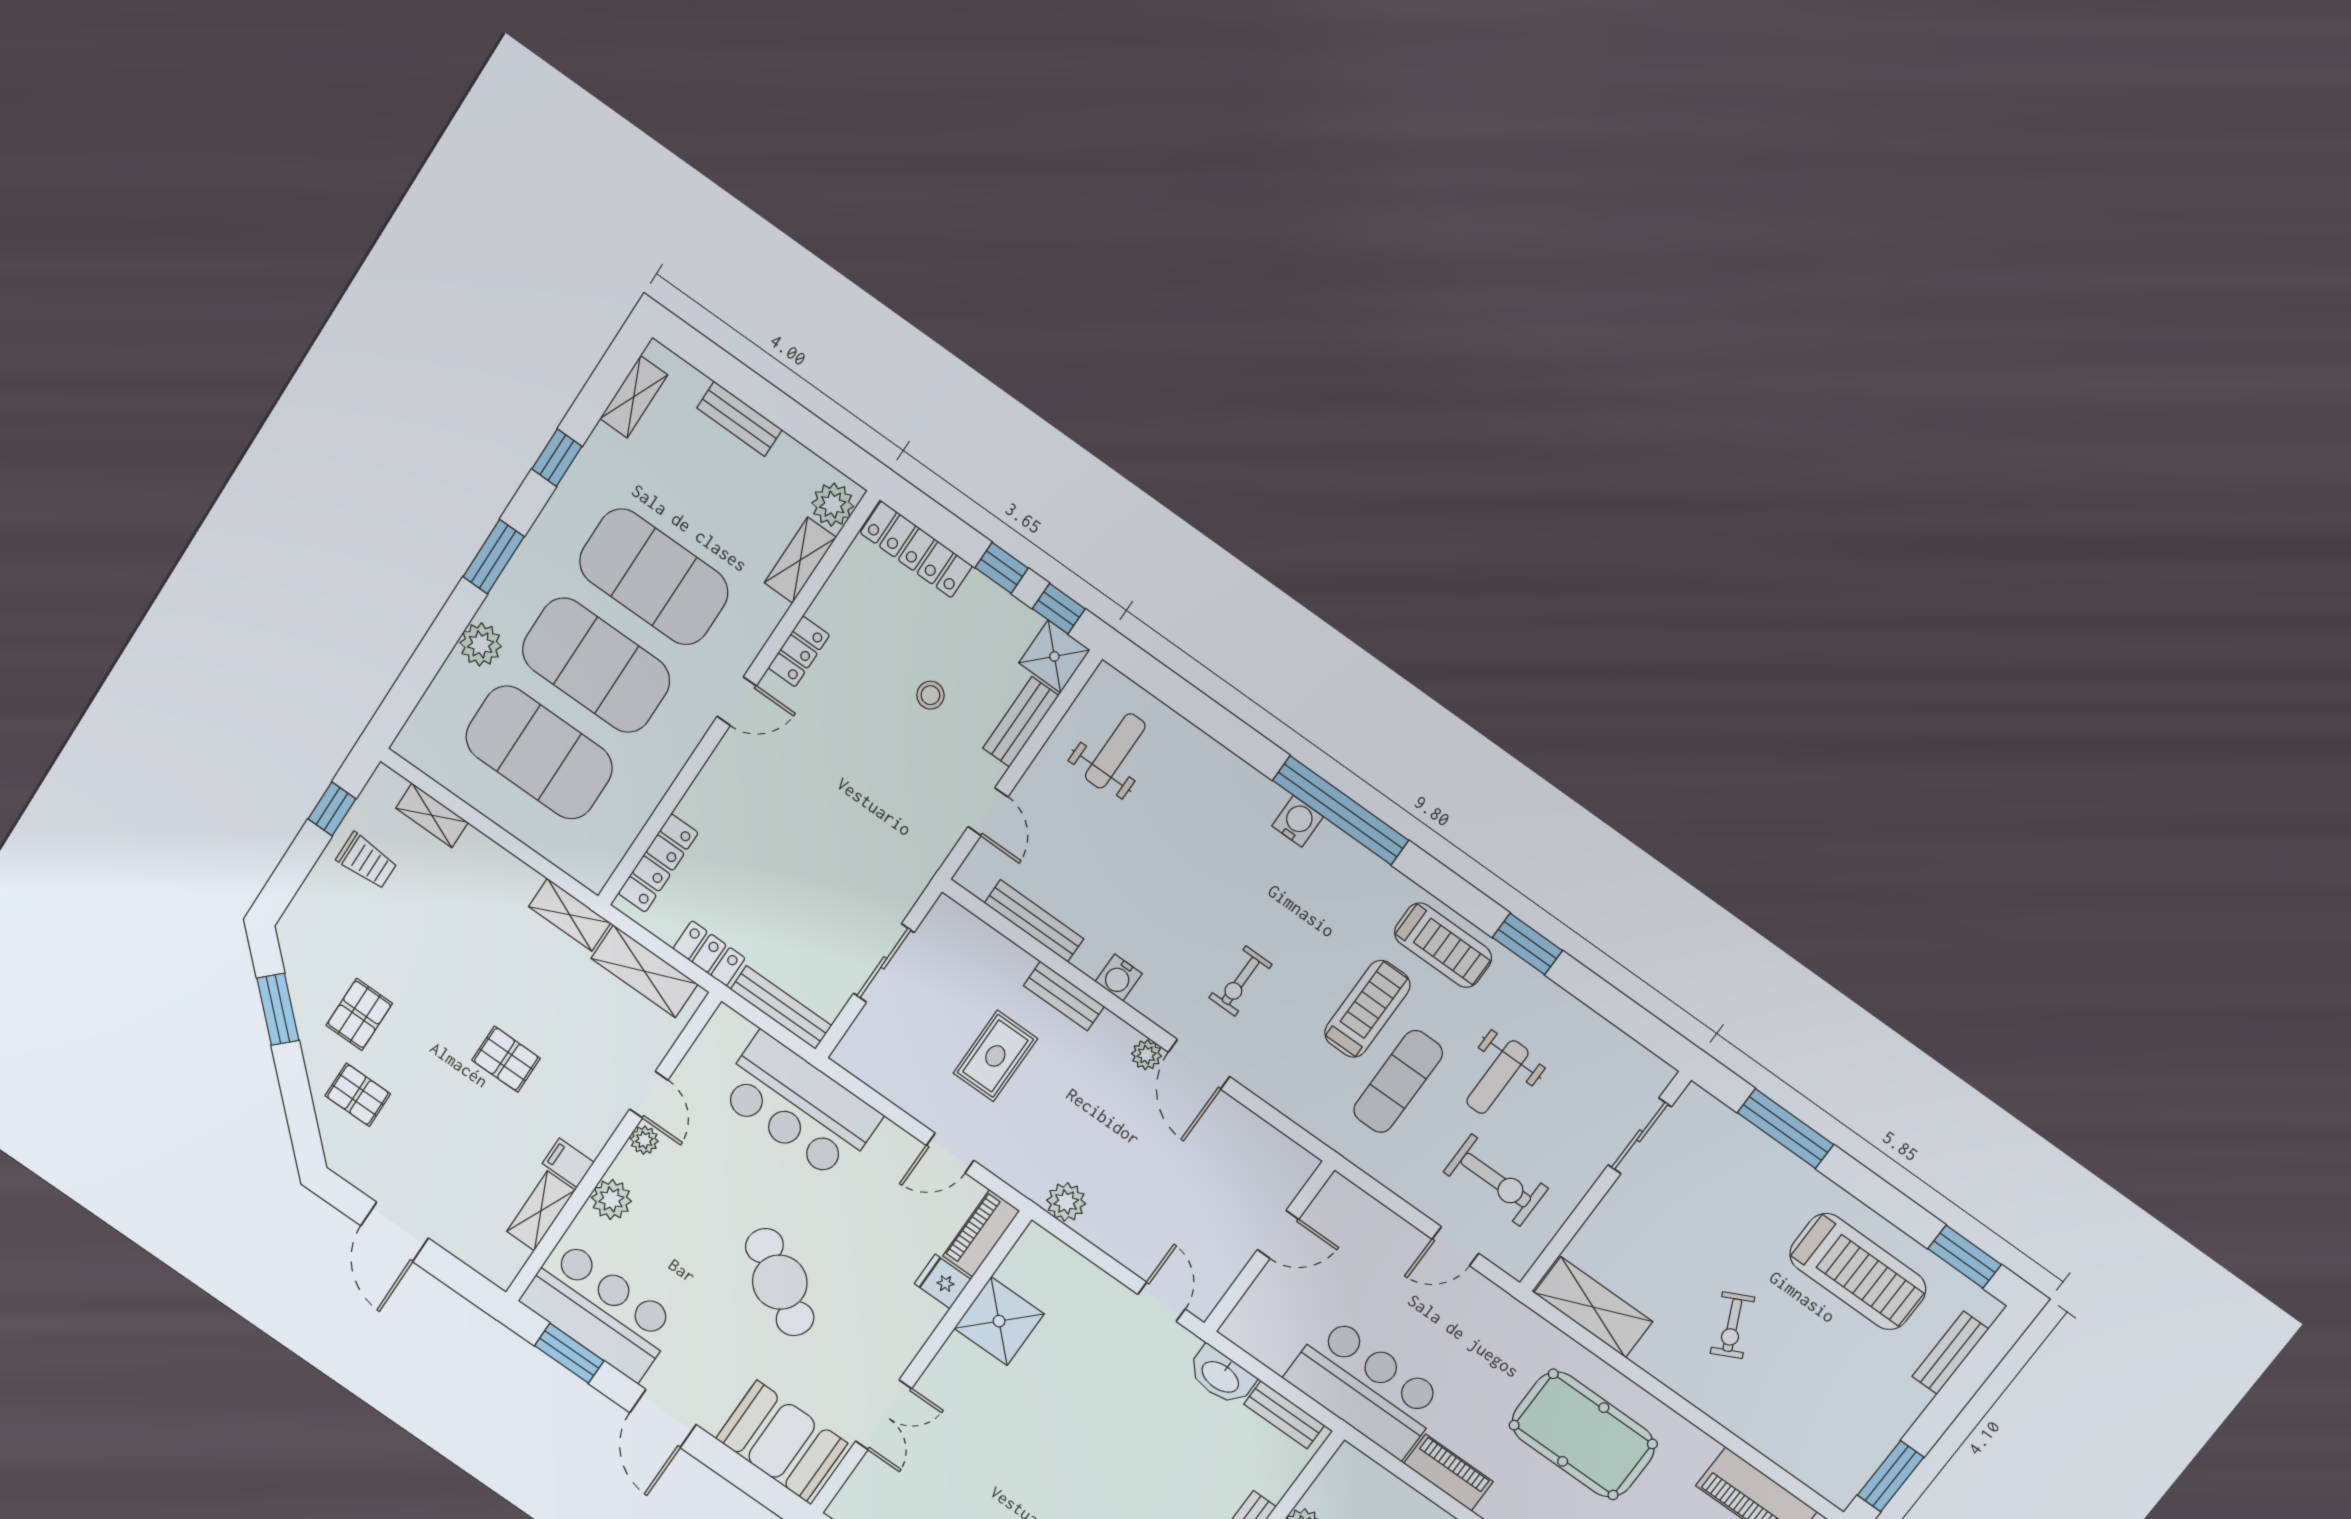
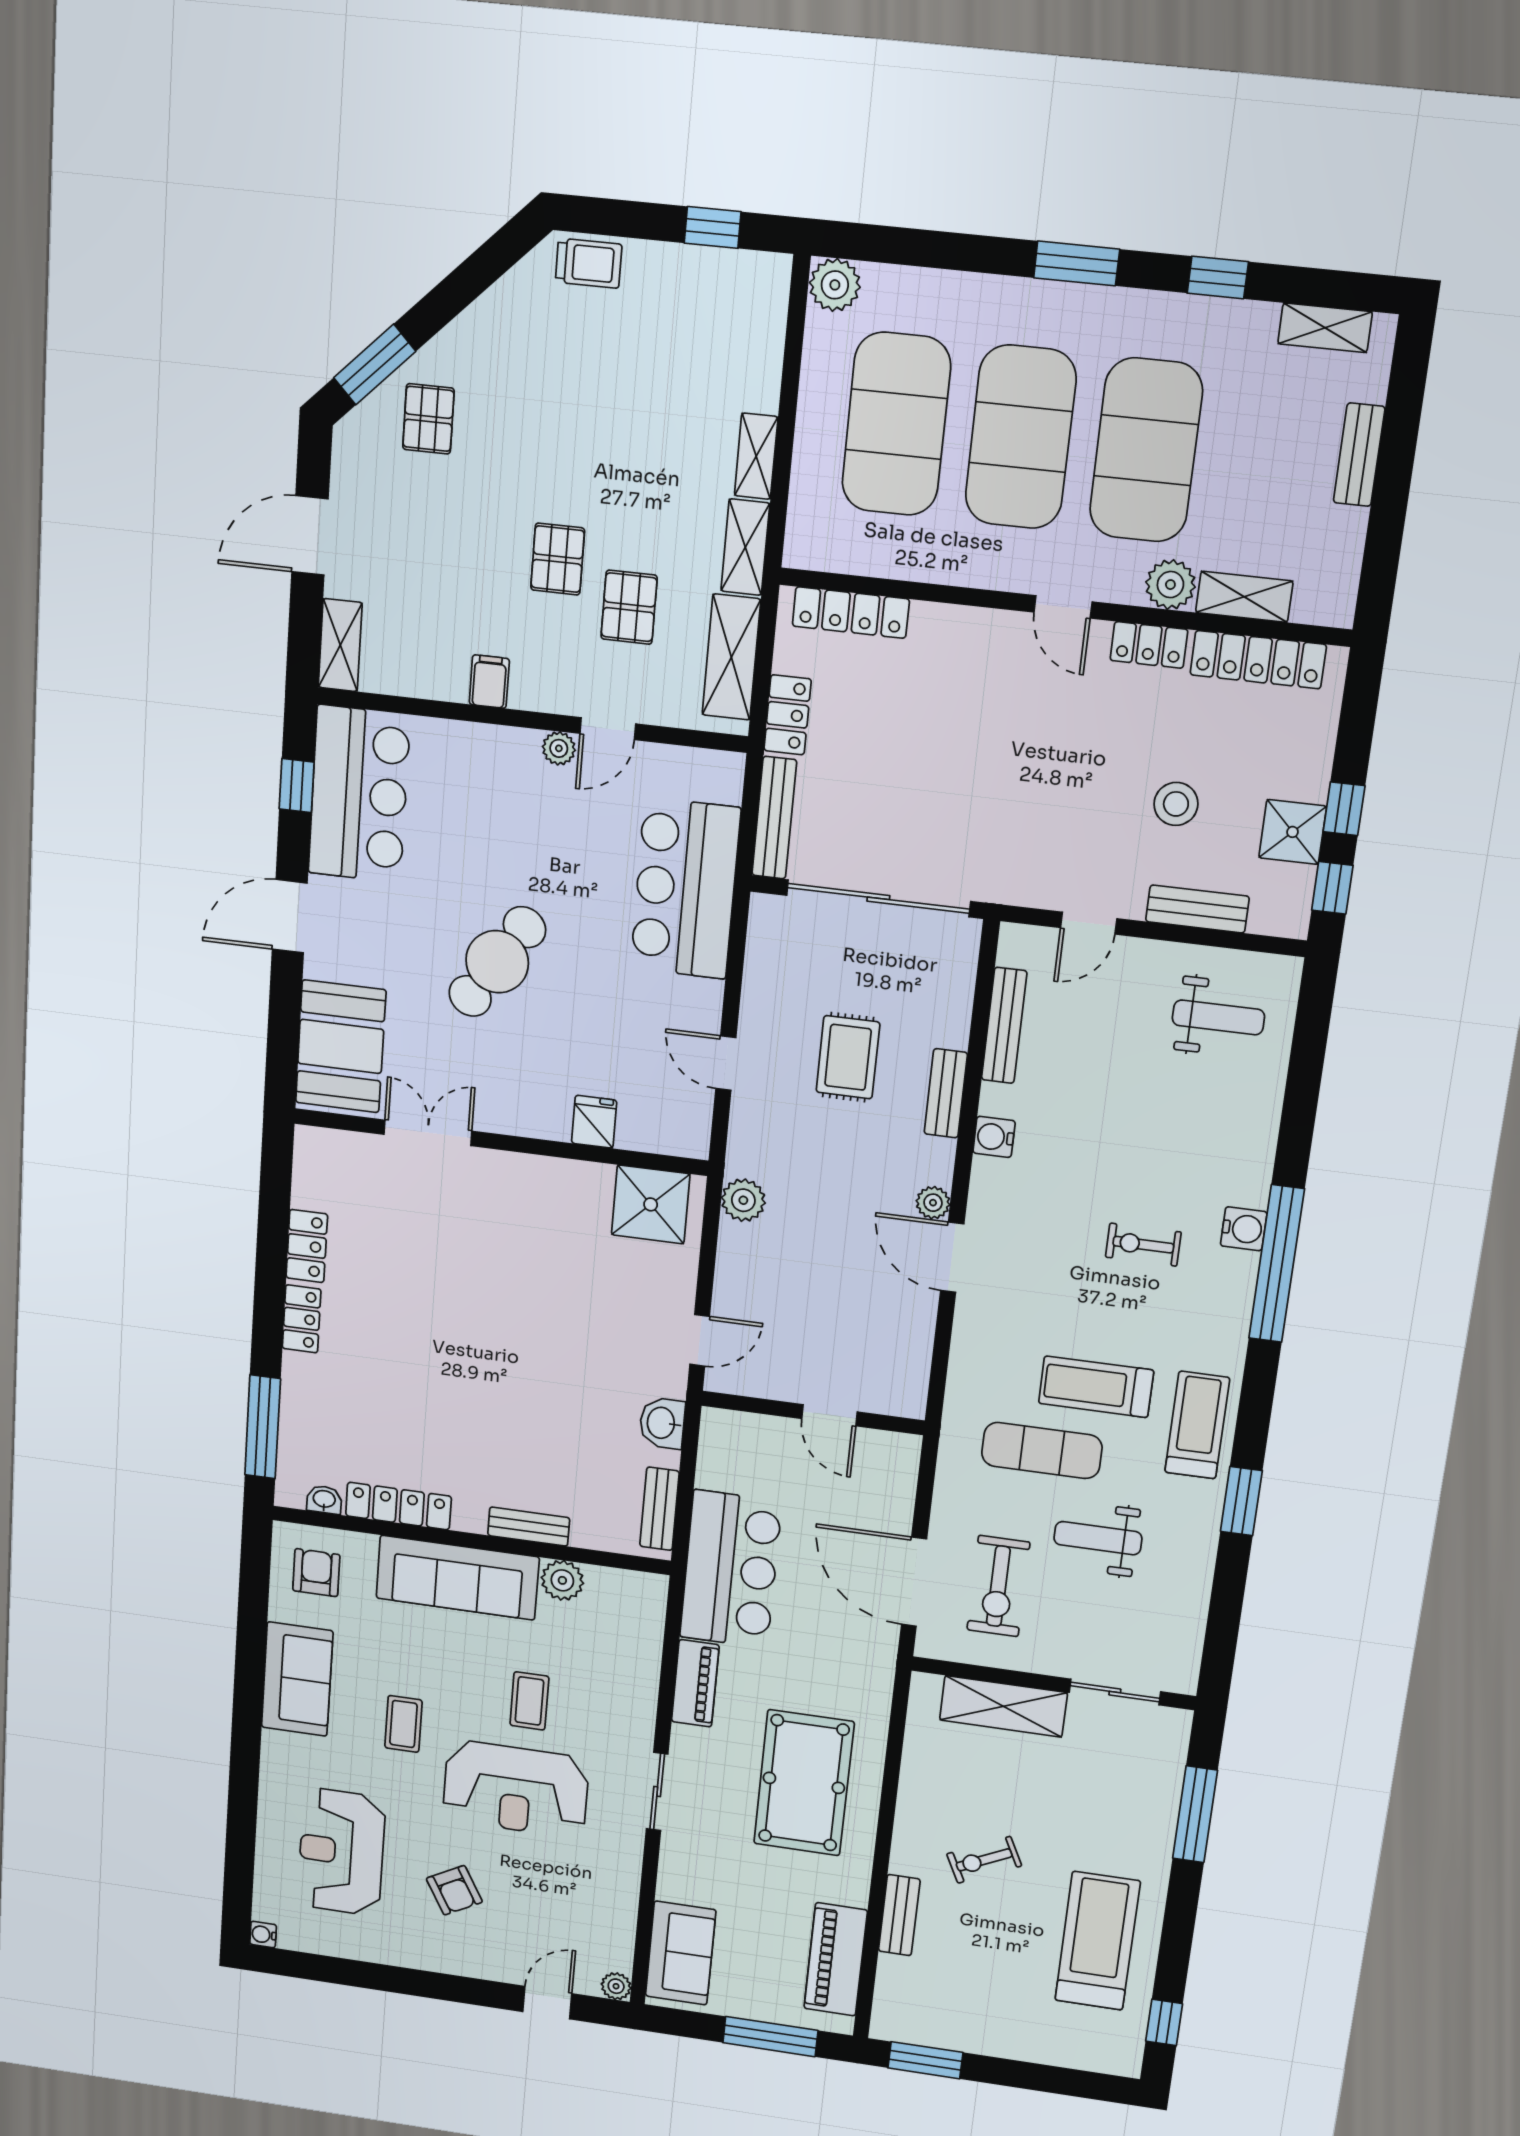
plant: (833, 505) -> (1170, 585), moved
locker: (916, 549) -> (1258, 660), moved, turned -90
plant: (481, 644) -> (835, 285), moved
shower: (1054, 656) -> (1293, 832), moved
stool: (930, 695) -> (1176, 804), width x1.37, depth x1.37
shelving: (432, 815) -> (756, 456), moved
trolley: (367, 861) -> (589, 263), moved, turned -90
treadmill: (1443, 945) -> (1197, 1425), turned 180
sliding door: (884, 963) -> (878, 898), width x1.86
exercise bike: (1240, 981) -> (1143, 1245), moved
window: (278, 1009) -> (375, 365), moved
treadmill: (1367, 1009) -> (1096, 1387), turned 180
pallet: (359, 1014) -> (629, 607), moved, turned 90
rug: (995, 1056) -> (848, 1057), turned 90
door: (1199, 1064) -> (952, 1257), hinge flipped
plant: (611, 1199) -> (479, 746), removed
shelving: (541, 1211) -> (340, 645), moved, turned 90
piano: (981, 1233) -> (664, 1135), removed
door: (1455, 1246) -> (914, 1582), width x1.87
window: (1965, 1257) -> (1164, 2022), width x0.67
treadmill: (1858, 1272) -> (1098, 1941), turned 180
shelving: (1593, 1307) -> (1003, 1706), moved, turned 90
shower: (999, 1321) -> (651, 1204), moved
window: (569, 1353) -> (297, 786), width x0.67
bench: (1950, 1353) -> (899, 1915), moved, turned 90
washbasin: (1221, 1376) -> (662, 1423), width x0.72
double door: (884, 1415) -> (428, 1133), swing flipped

